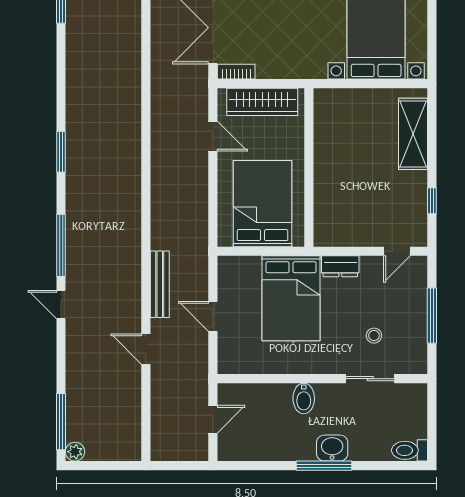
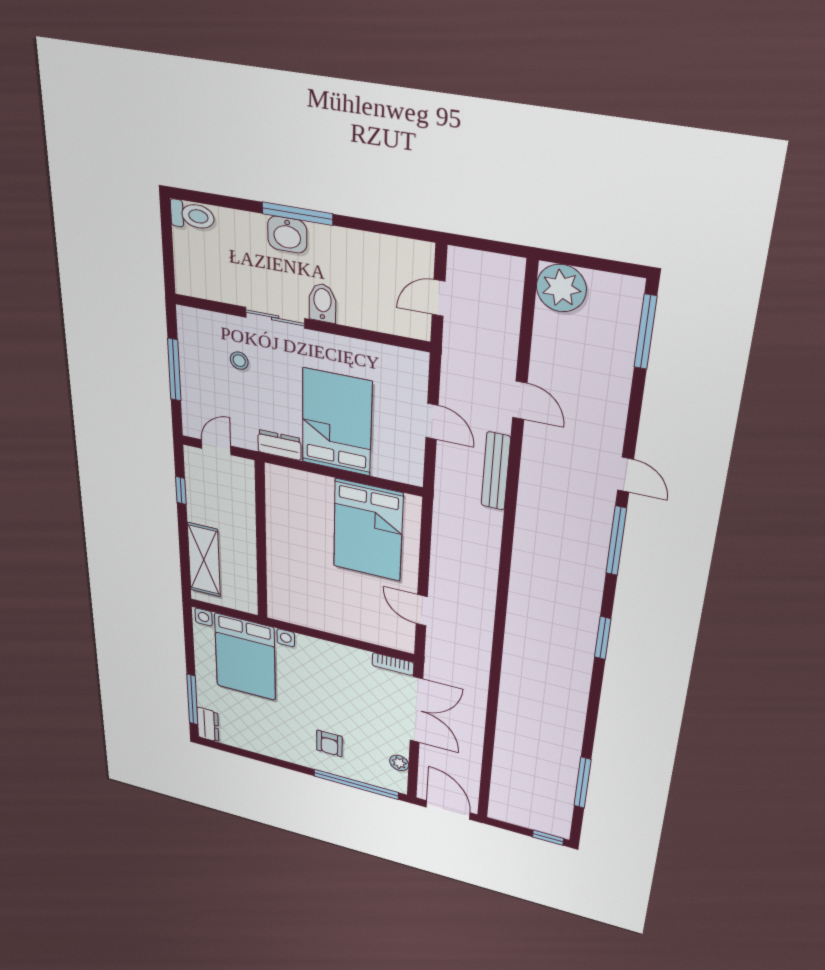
wardrobe: (262, 102) -> (365, 629), removed
wall: (309, 167) -> (261, 542), moved
sliding door: (370, 379) -> (275, 318), moved
plant: (75, 452) -> (561, 288), moved, width x1.88, depth x1.88

